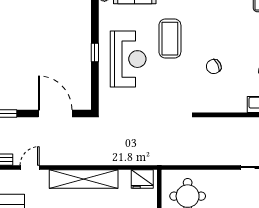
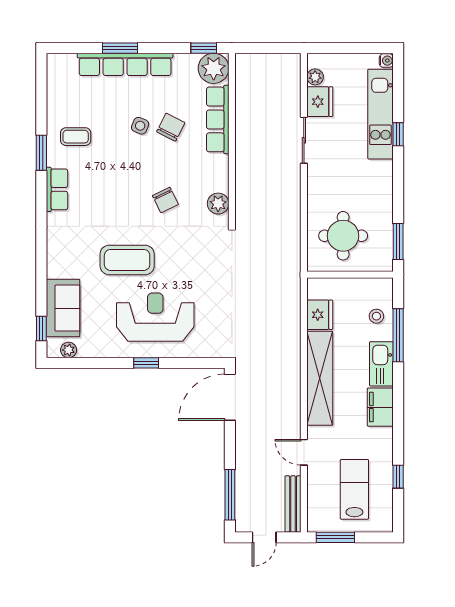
plant: (211, 105) -> (218, 204), added
door: (55, 113) -> (230, 397), moved
fridge: (142, 179) -> (320, 315), moved

